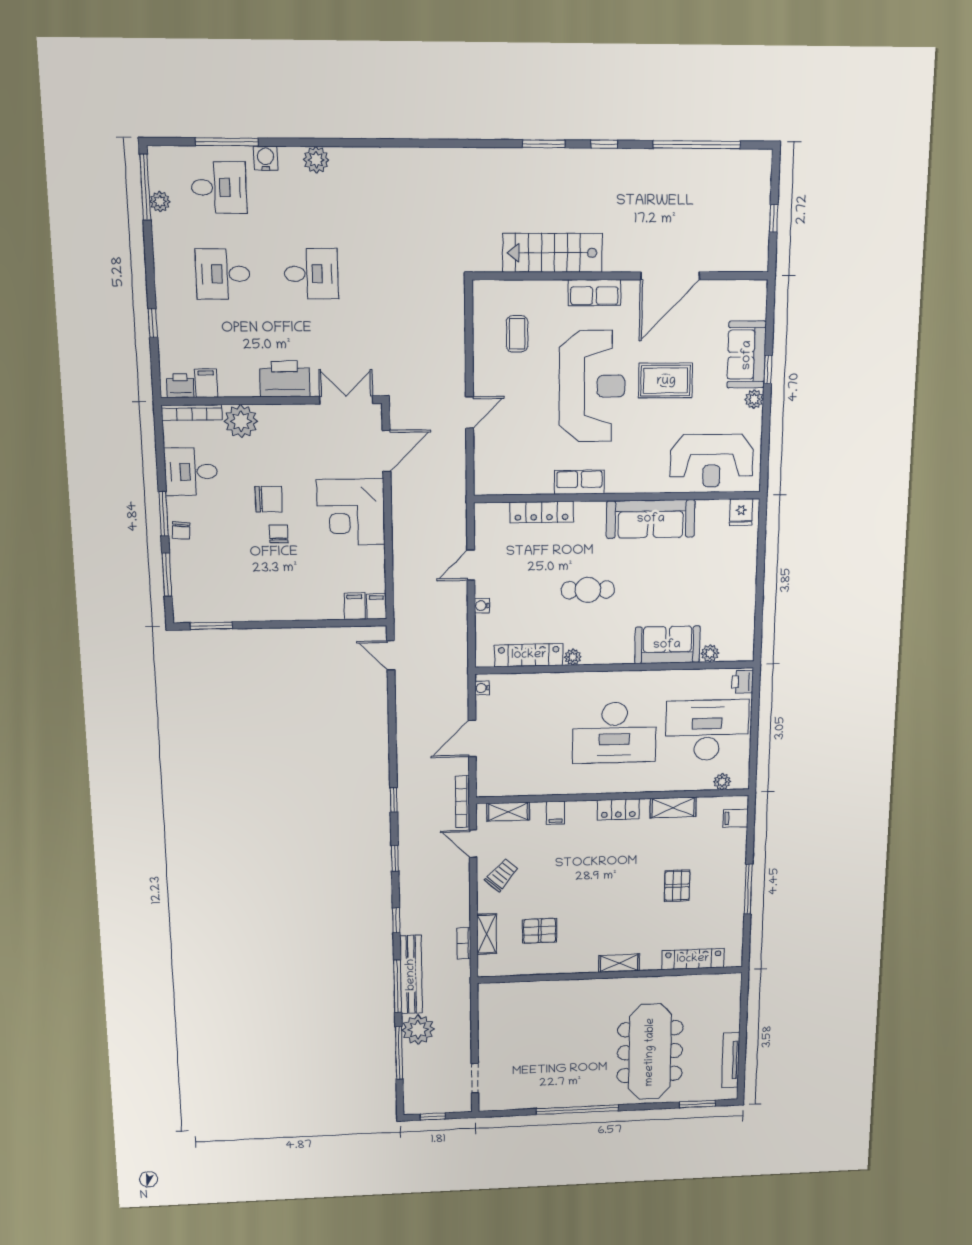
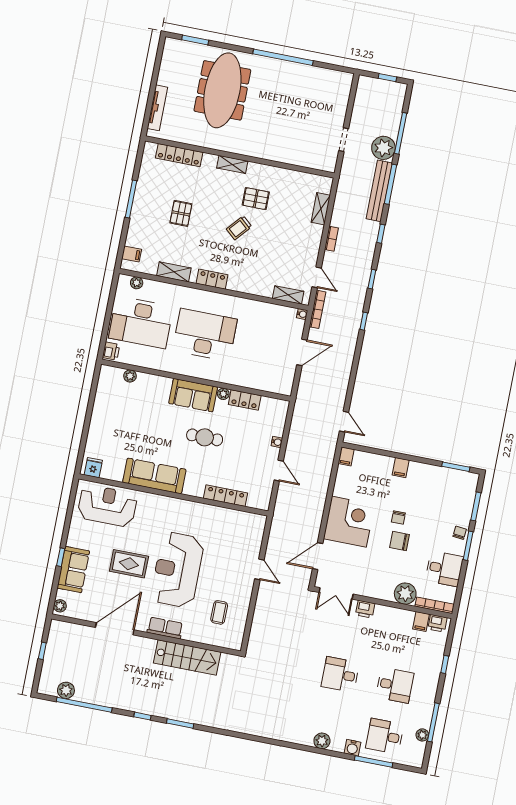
plant: (728, 162) -> (66, 690), added
window: (145, 187) -> (433, 722), moved
printer: (285, 379) -> (365, 609), width x0.53, depth x0.68
plant: (754, 399) -> (60, 606), moved
door: (470, 412) -> (259, 569), swing flipped
row of seats: (579, 482) -> (197, 510), removed
door: (471, 565) -> (279, 471), hinge flipped
filing cabinet: (355, 606) -> (401, 468), moved
sofa: (667, 645) -> (193, 395), moved
locker: (529, 655) -> (245, 400), width x0.66
water cooler: (482, 688) -> (302, 314), moved
filing cabinet: (556, 813) -> (256, 287), removed
trolley: (502, 875) -> (239, 228), moved
pallet: (540, 931) -> (256, 199), moved
bookcase: (464, 943) -> (331, 239), moved
tv unit: (731, 1060) -> (157, 108), moved
doorway: (475, 1078) -> (344, 140), moved

